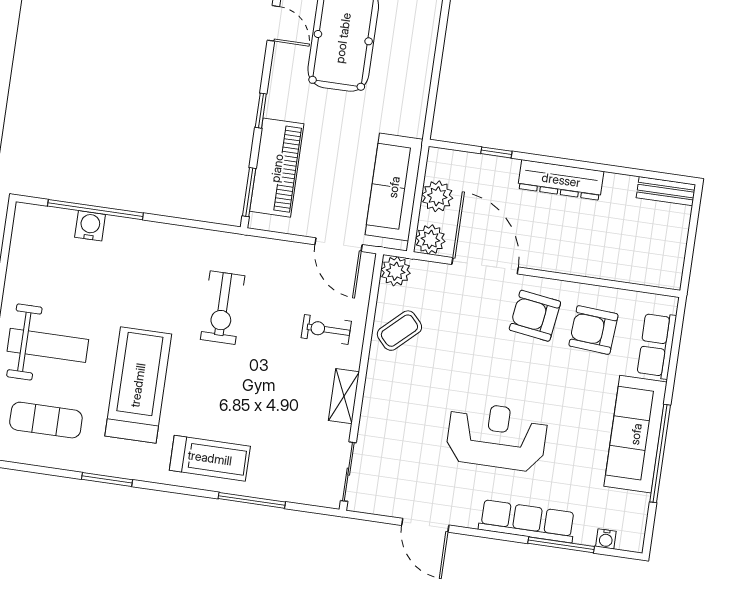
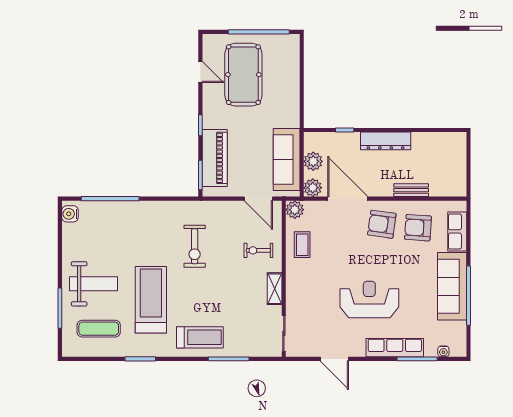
bench: (666, 191) -> (411, 190), moved
water cooler: (90, 226) -> (70, 214), moved, turned -90
coffee table: (399, 331) -> (302, 245), turned -47

